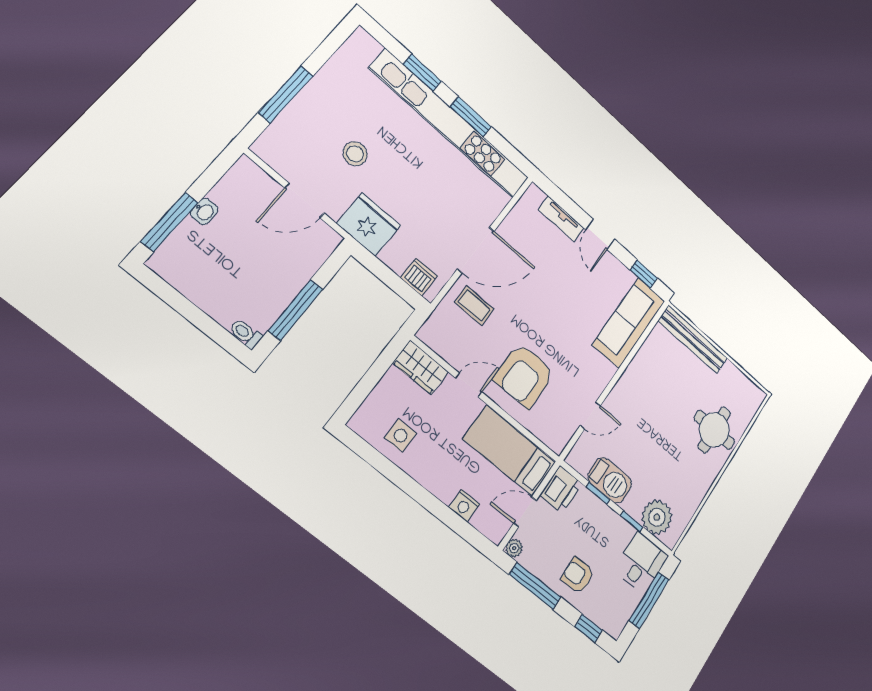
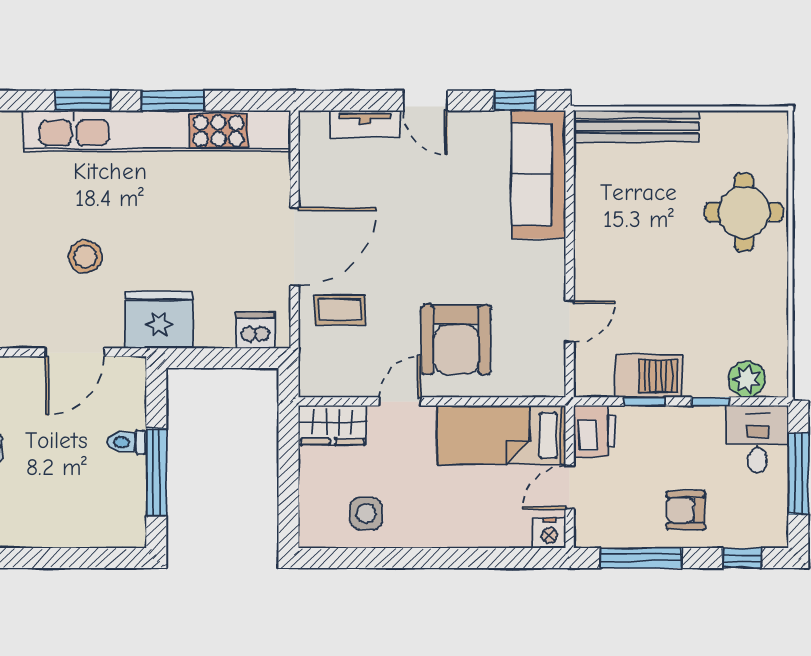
toilet: (246, 334) -> (127, 442), moved
nightstand: (464, 506) -> (549, 533), moved
plant: (657, 517) -> (747, 379), width x0.73, depth x0.73
plant: (514, 548) -> (586, 536), removed

